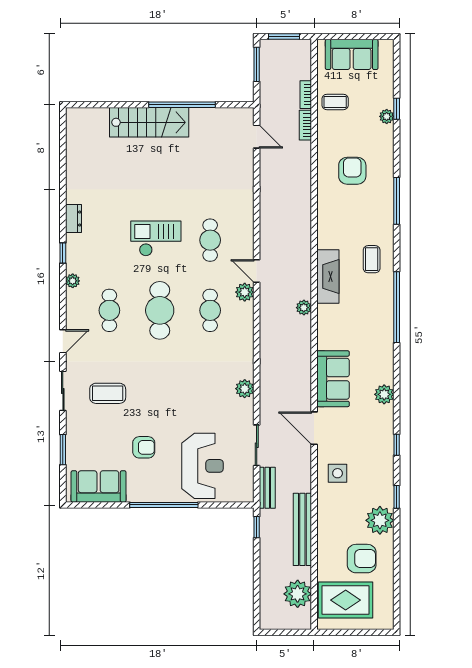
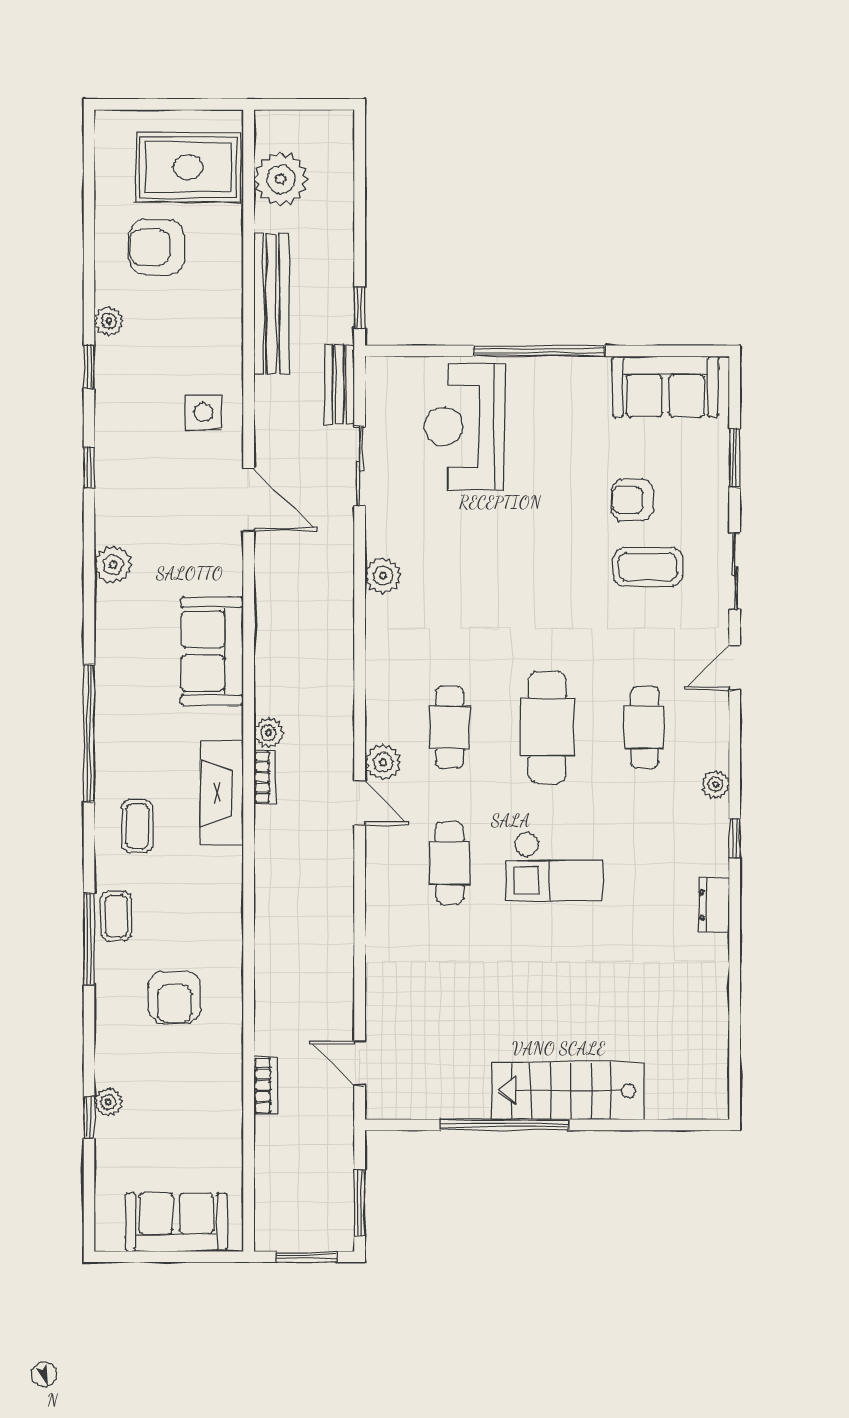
bookcase: (306, 95) -> (265, 777), moved
coffee table: (335, 102) -> (116, 916), moved, turned 90
sofa: (333, 379) -> (212, 651), moved
armchair: (144, 447) -> (632, 500), moved
plant: (380, 520) -> (109, 321), width x0.53, depth x0.53

